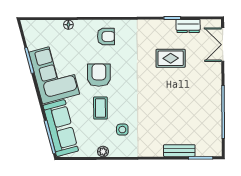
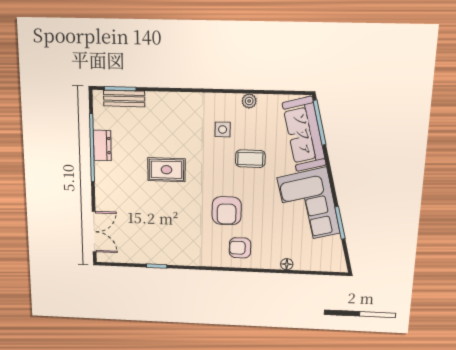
dresser: (188, 26) -> (102, 145), moved, turned 90
rug: (171, 58) -> (166, 170), moved
armchair: (99, 75) -> (227, 211), moved
coffee table: (100, 108) -> (250, 159), turned 90
bench: (179, 151) -> (124, 99), moved

